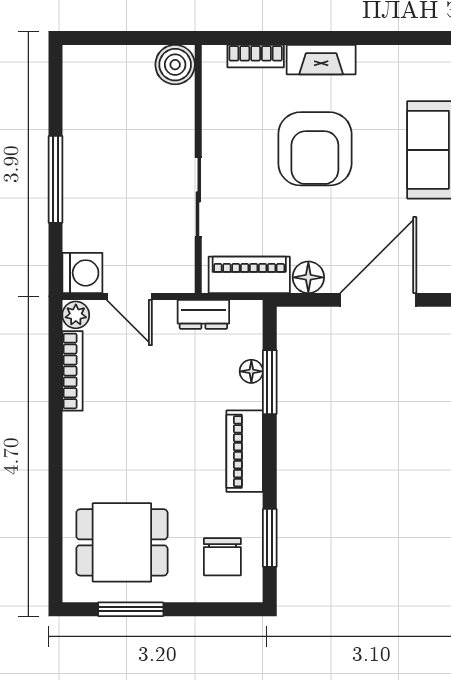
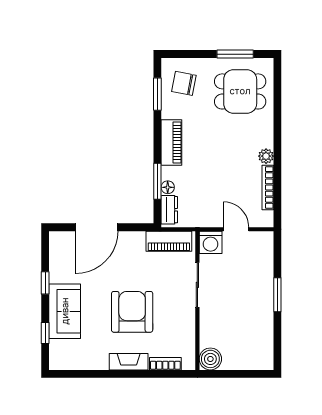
window: (56, 179) -> (277, 295), width x0.69
washing machine: (82, 273) -> (211, 242), moved, turned -90
floor lamp: (308, 277) -> (136, 240), removed
dresser: (203, 314) -> (169, 210), moved, turned 90
plant: (76, 315) -> (266, 156), moved
chair: (222, 557) -> (184, 83), turned -79

